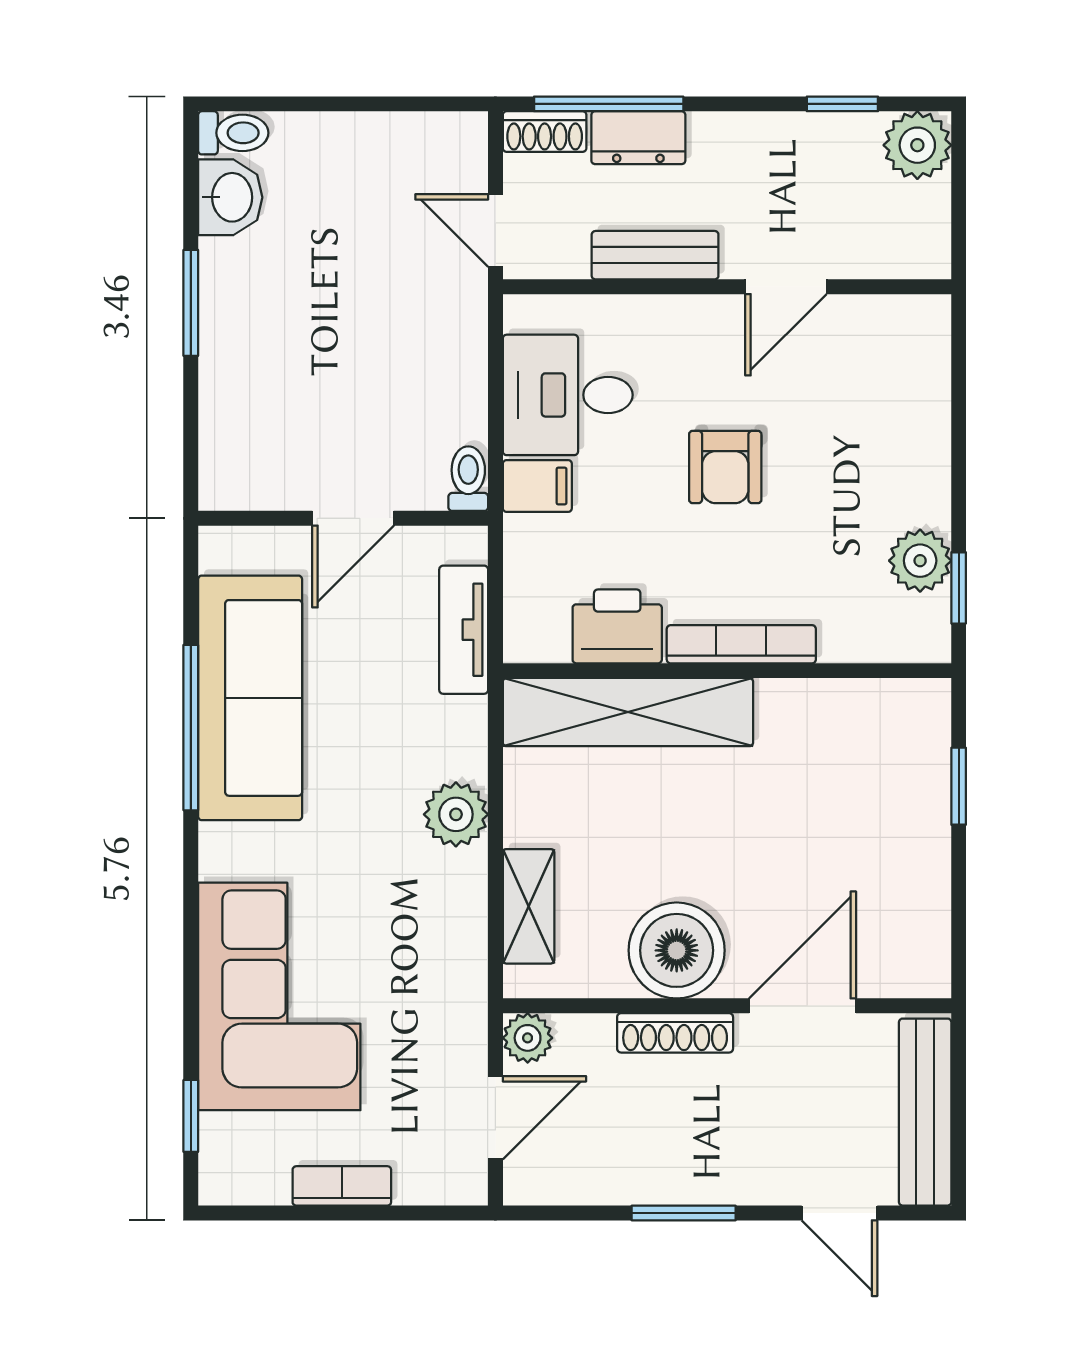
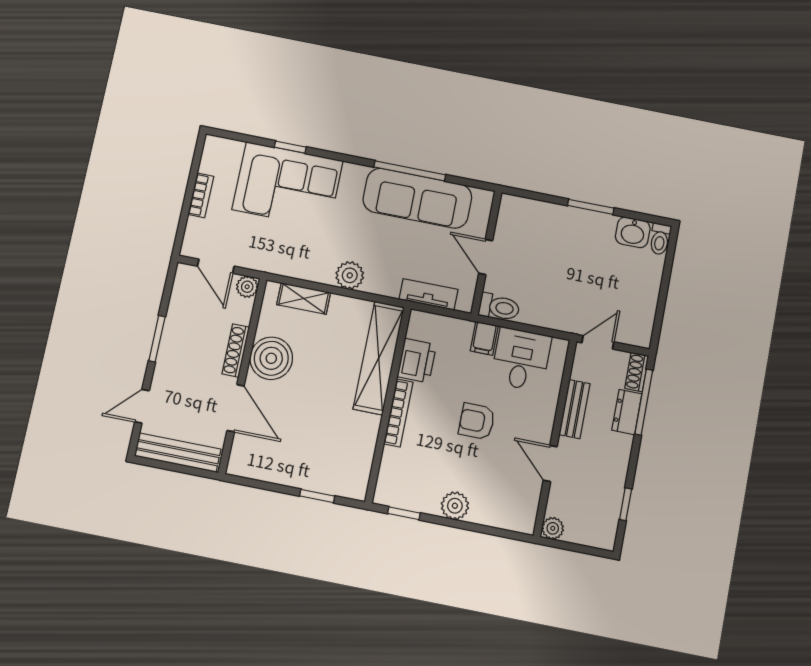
plant: (917, 145) -> (553, 528), moved, width x0.73, depth x0.73
toilet: (468, 479) -> (499, 307), width x1.37, depth x1.39
plant: (920, 561) -> (455, 506), moved
window: (191, 1116) -> (290, 147), moved

